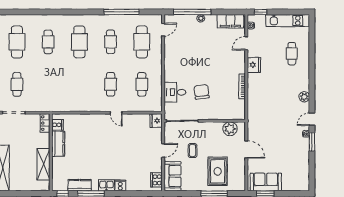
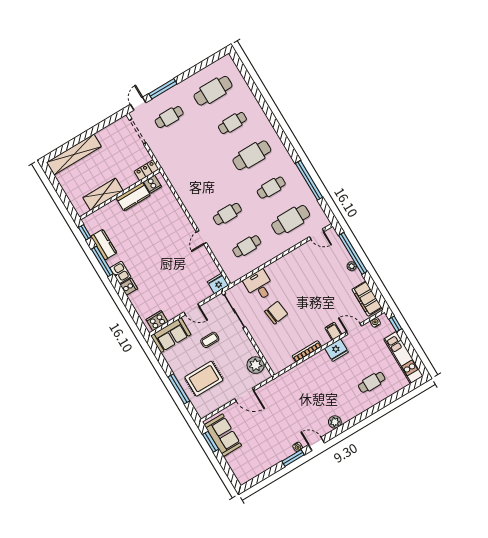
filing cabinet: (239, 59) -> (333, 331), added
door: (246, 149) -> (244, 395), hinge flipped

